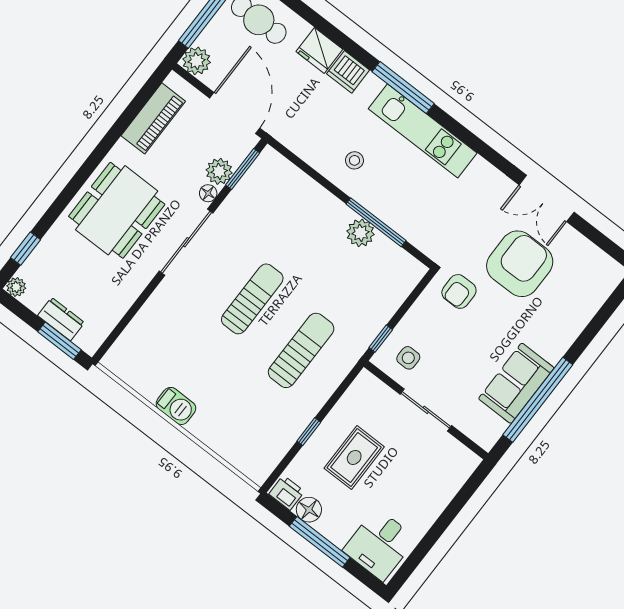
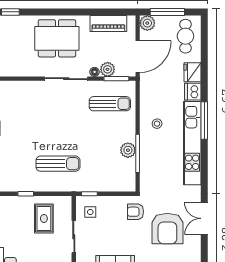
kitchen unit: (423, 131) -> (192, 143), width x1.36
armchair: (520, 264) -> (167, 229), turned 90
sun lounger: (252, 299) -> (110, 104), moved
rug: (354, 457) -> (44, 218), moved, turned 90

